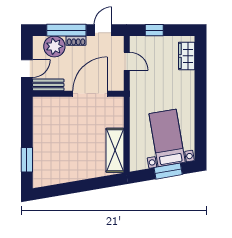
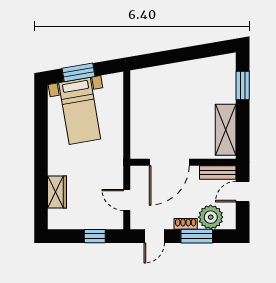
window: (66, 30) -> (197, 236), width x0.69
wardrobe: (187, 56) -> (57, 192), moved
shelving: (115, 150) -> (226, 130), moved

